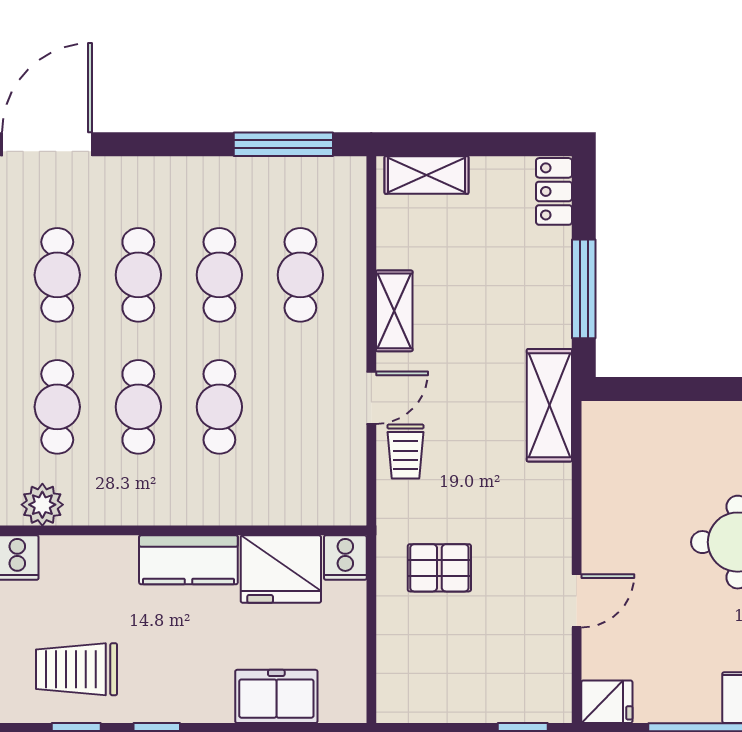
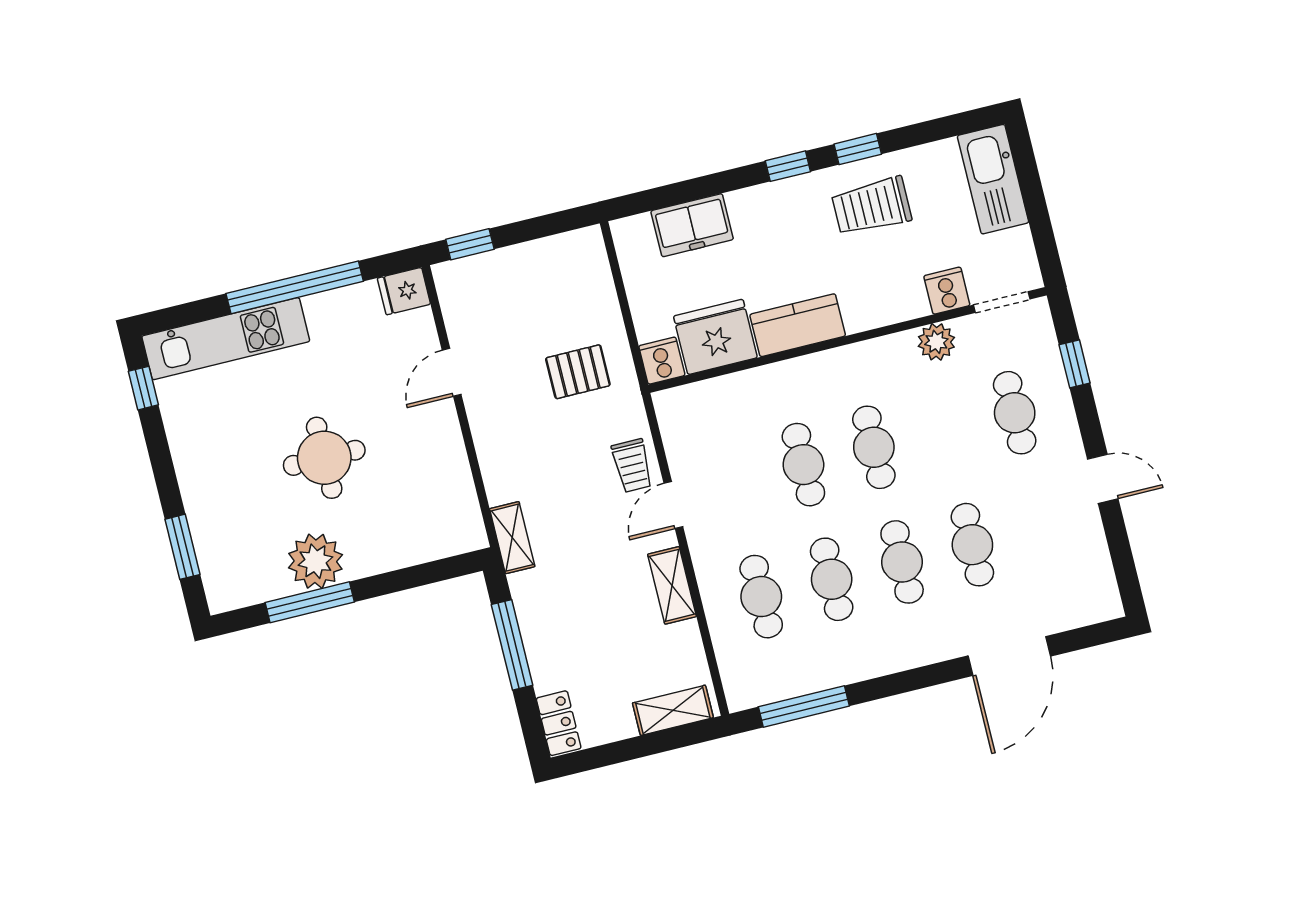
shelving: (549, 405) -> (512, 538), width x0.67, depth x0.75
cafe table: (57, 407) -> (944, 430), removed
trolley: (405, 451) -> (632, 466), turned 180
trolley: (76, 669) -> (872, 206), turned 180

